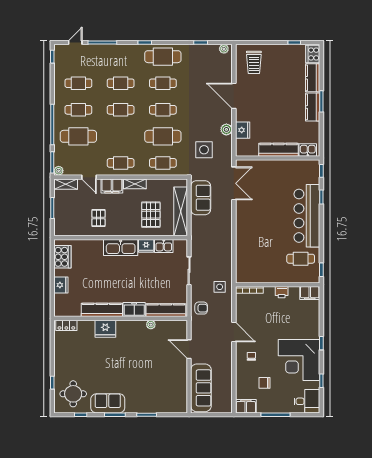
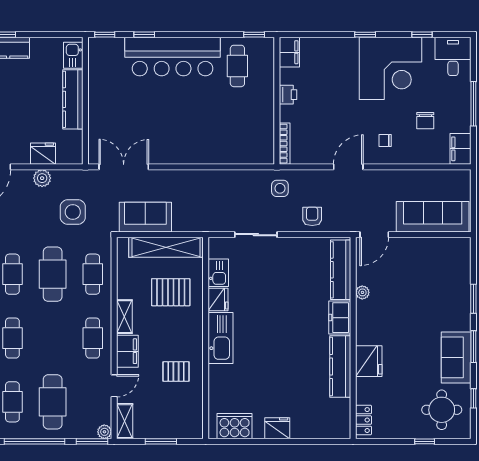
kitchen counter: (102, 310) -> (340, 366), moved
freezer: (134, 310) -> (340, 318), moved
kitchen counter: (166, 310) -> (341, 270), moved
wall: (121, 318) -> (353, 338), moved
locker: (66, 325) -> (364, 420), moved
plant: (151, 325) -> (362, 292), moved
fridge: (105, 329) -> (369, 361), moved

